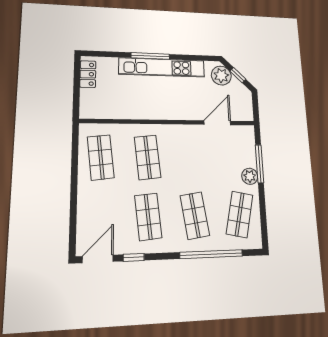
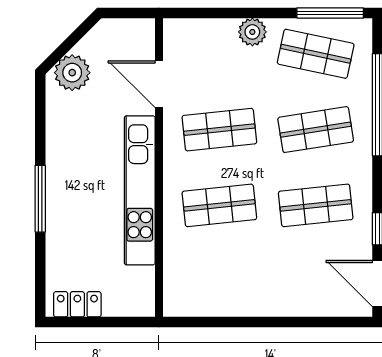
kitchen unit: (162, 67) -> (140, 190), moved, turned 180
window: (238, 75) -> (70, 42), removed
shop shelf: (101, 157) -> (219, 130), moved
window: (260, 164) -> (330, 13), moved

